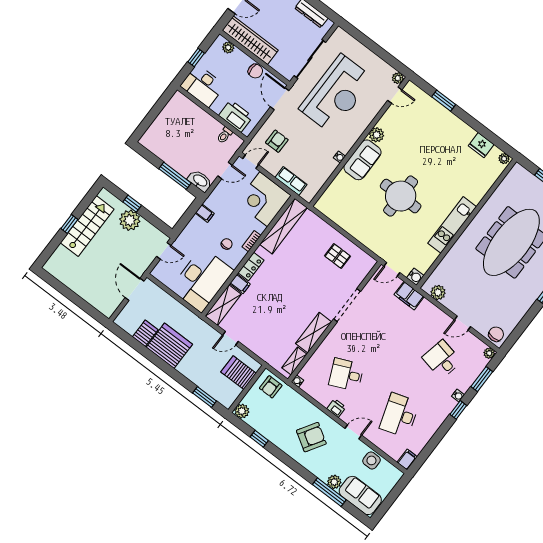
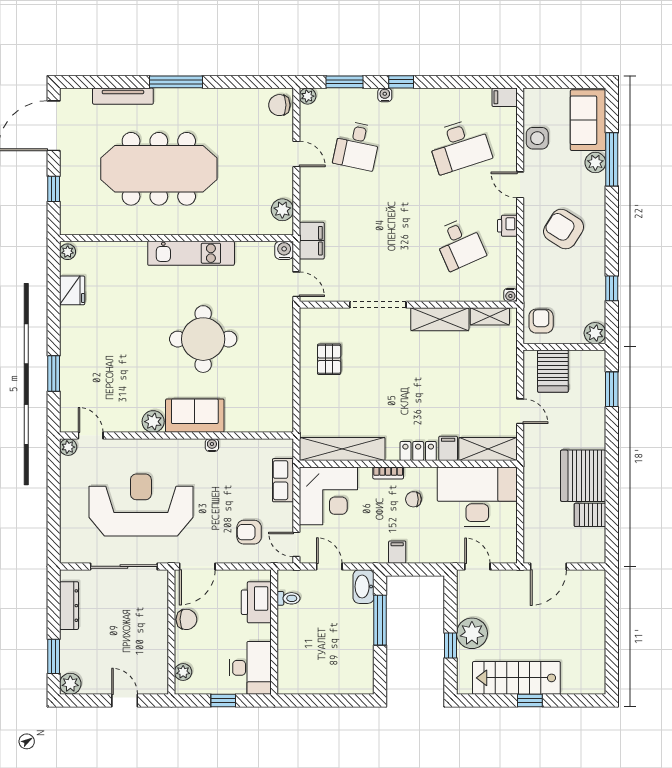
wardrobe: (250, 40) -> (155, 653), removed
chair: (255, 71) -> (186, 619), turned 90
armchair: (271, 387) -> (541, 321), turned -90

